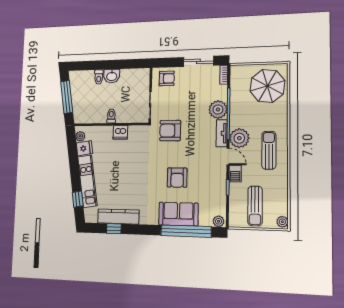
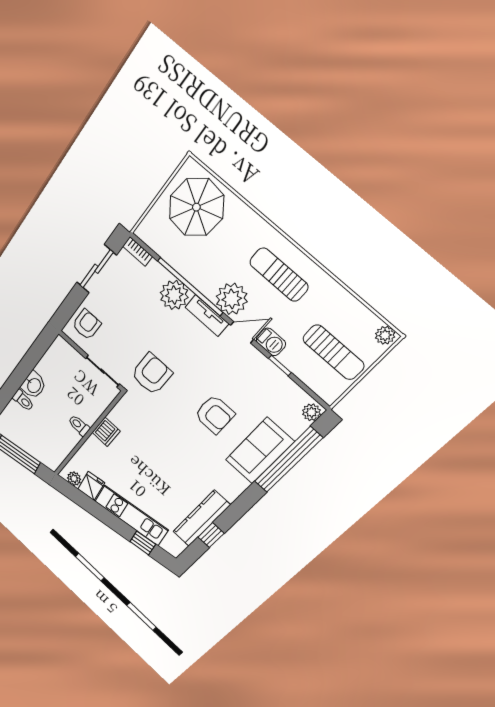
armchair: (170, 131) -> (152, 374), turned 180

